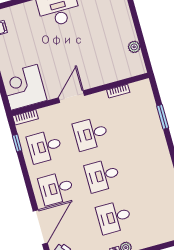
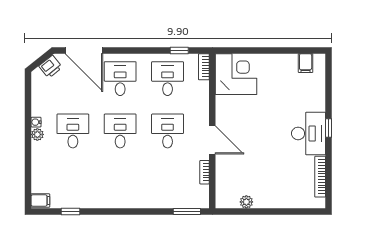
door: (72, 97) -> (212, 140), moved
window: (163, 117) -> (187, 211), moved

